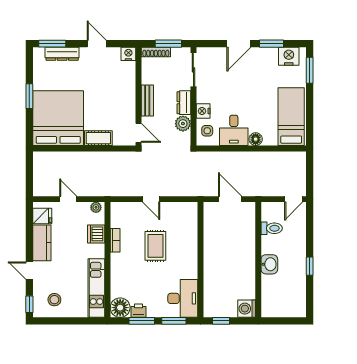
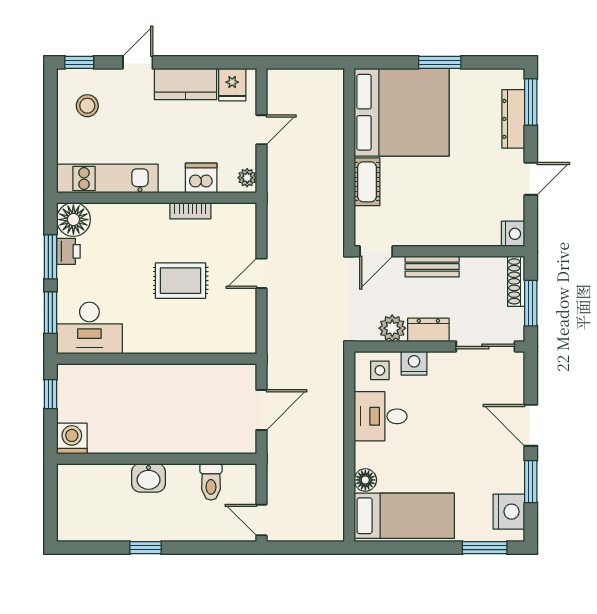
floor lamp: (256, 139) -> (365, 480), moved

